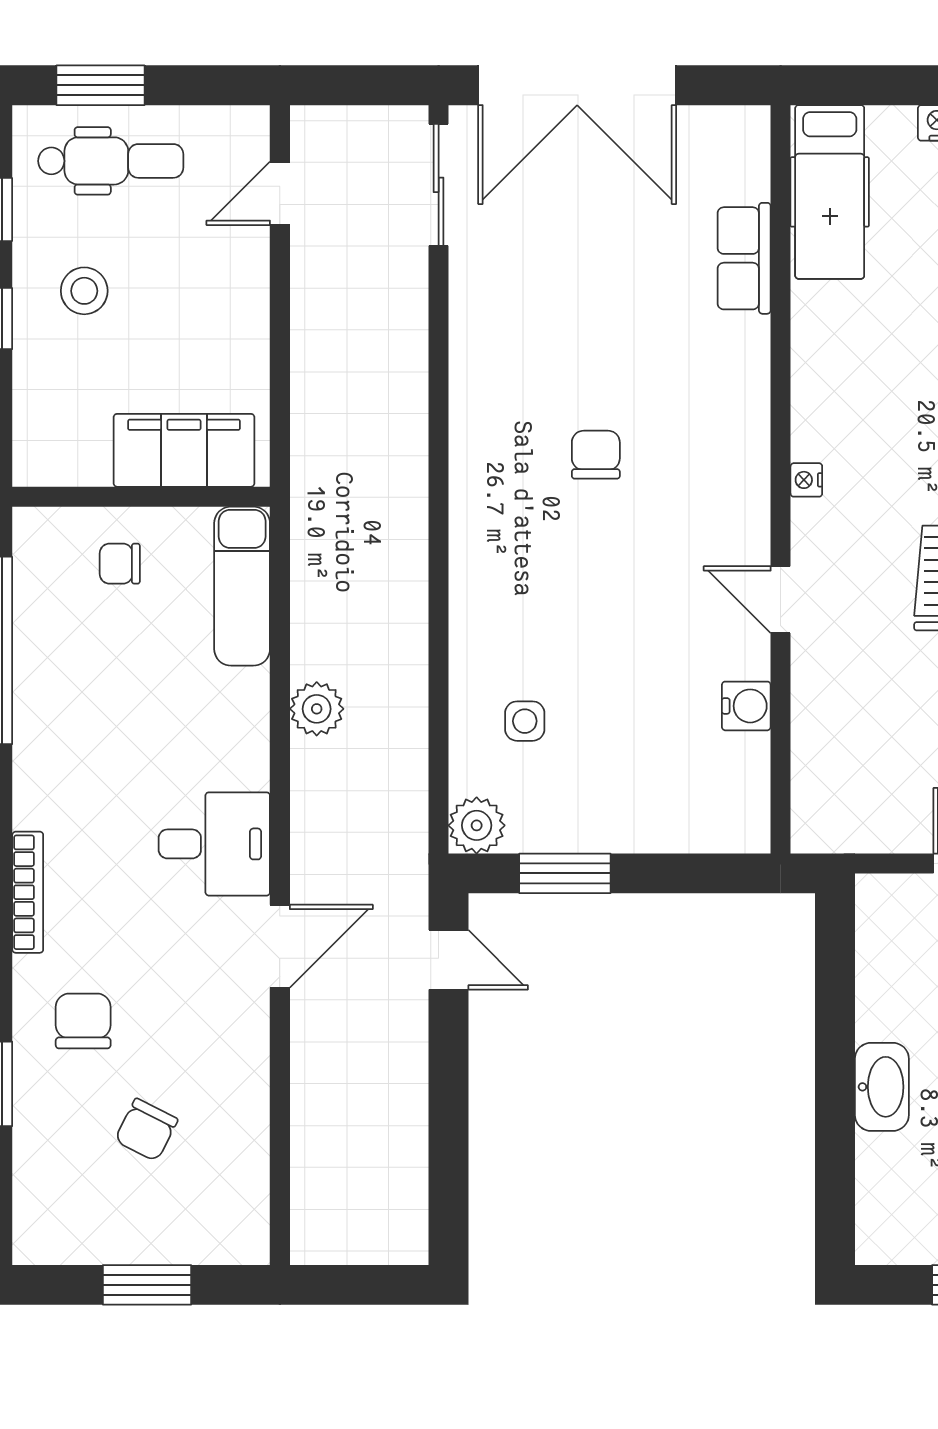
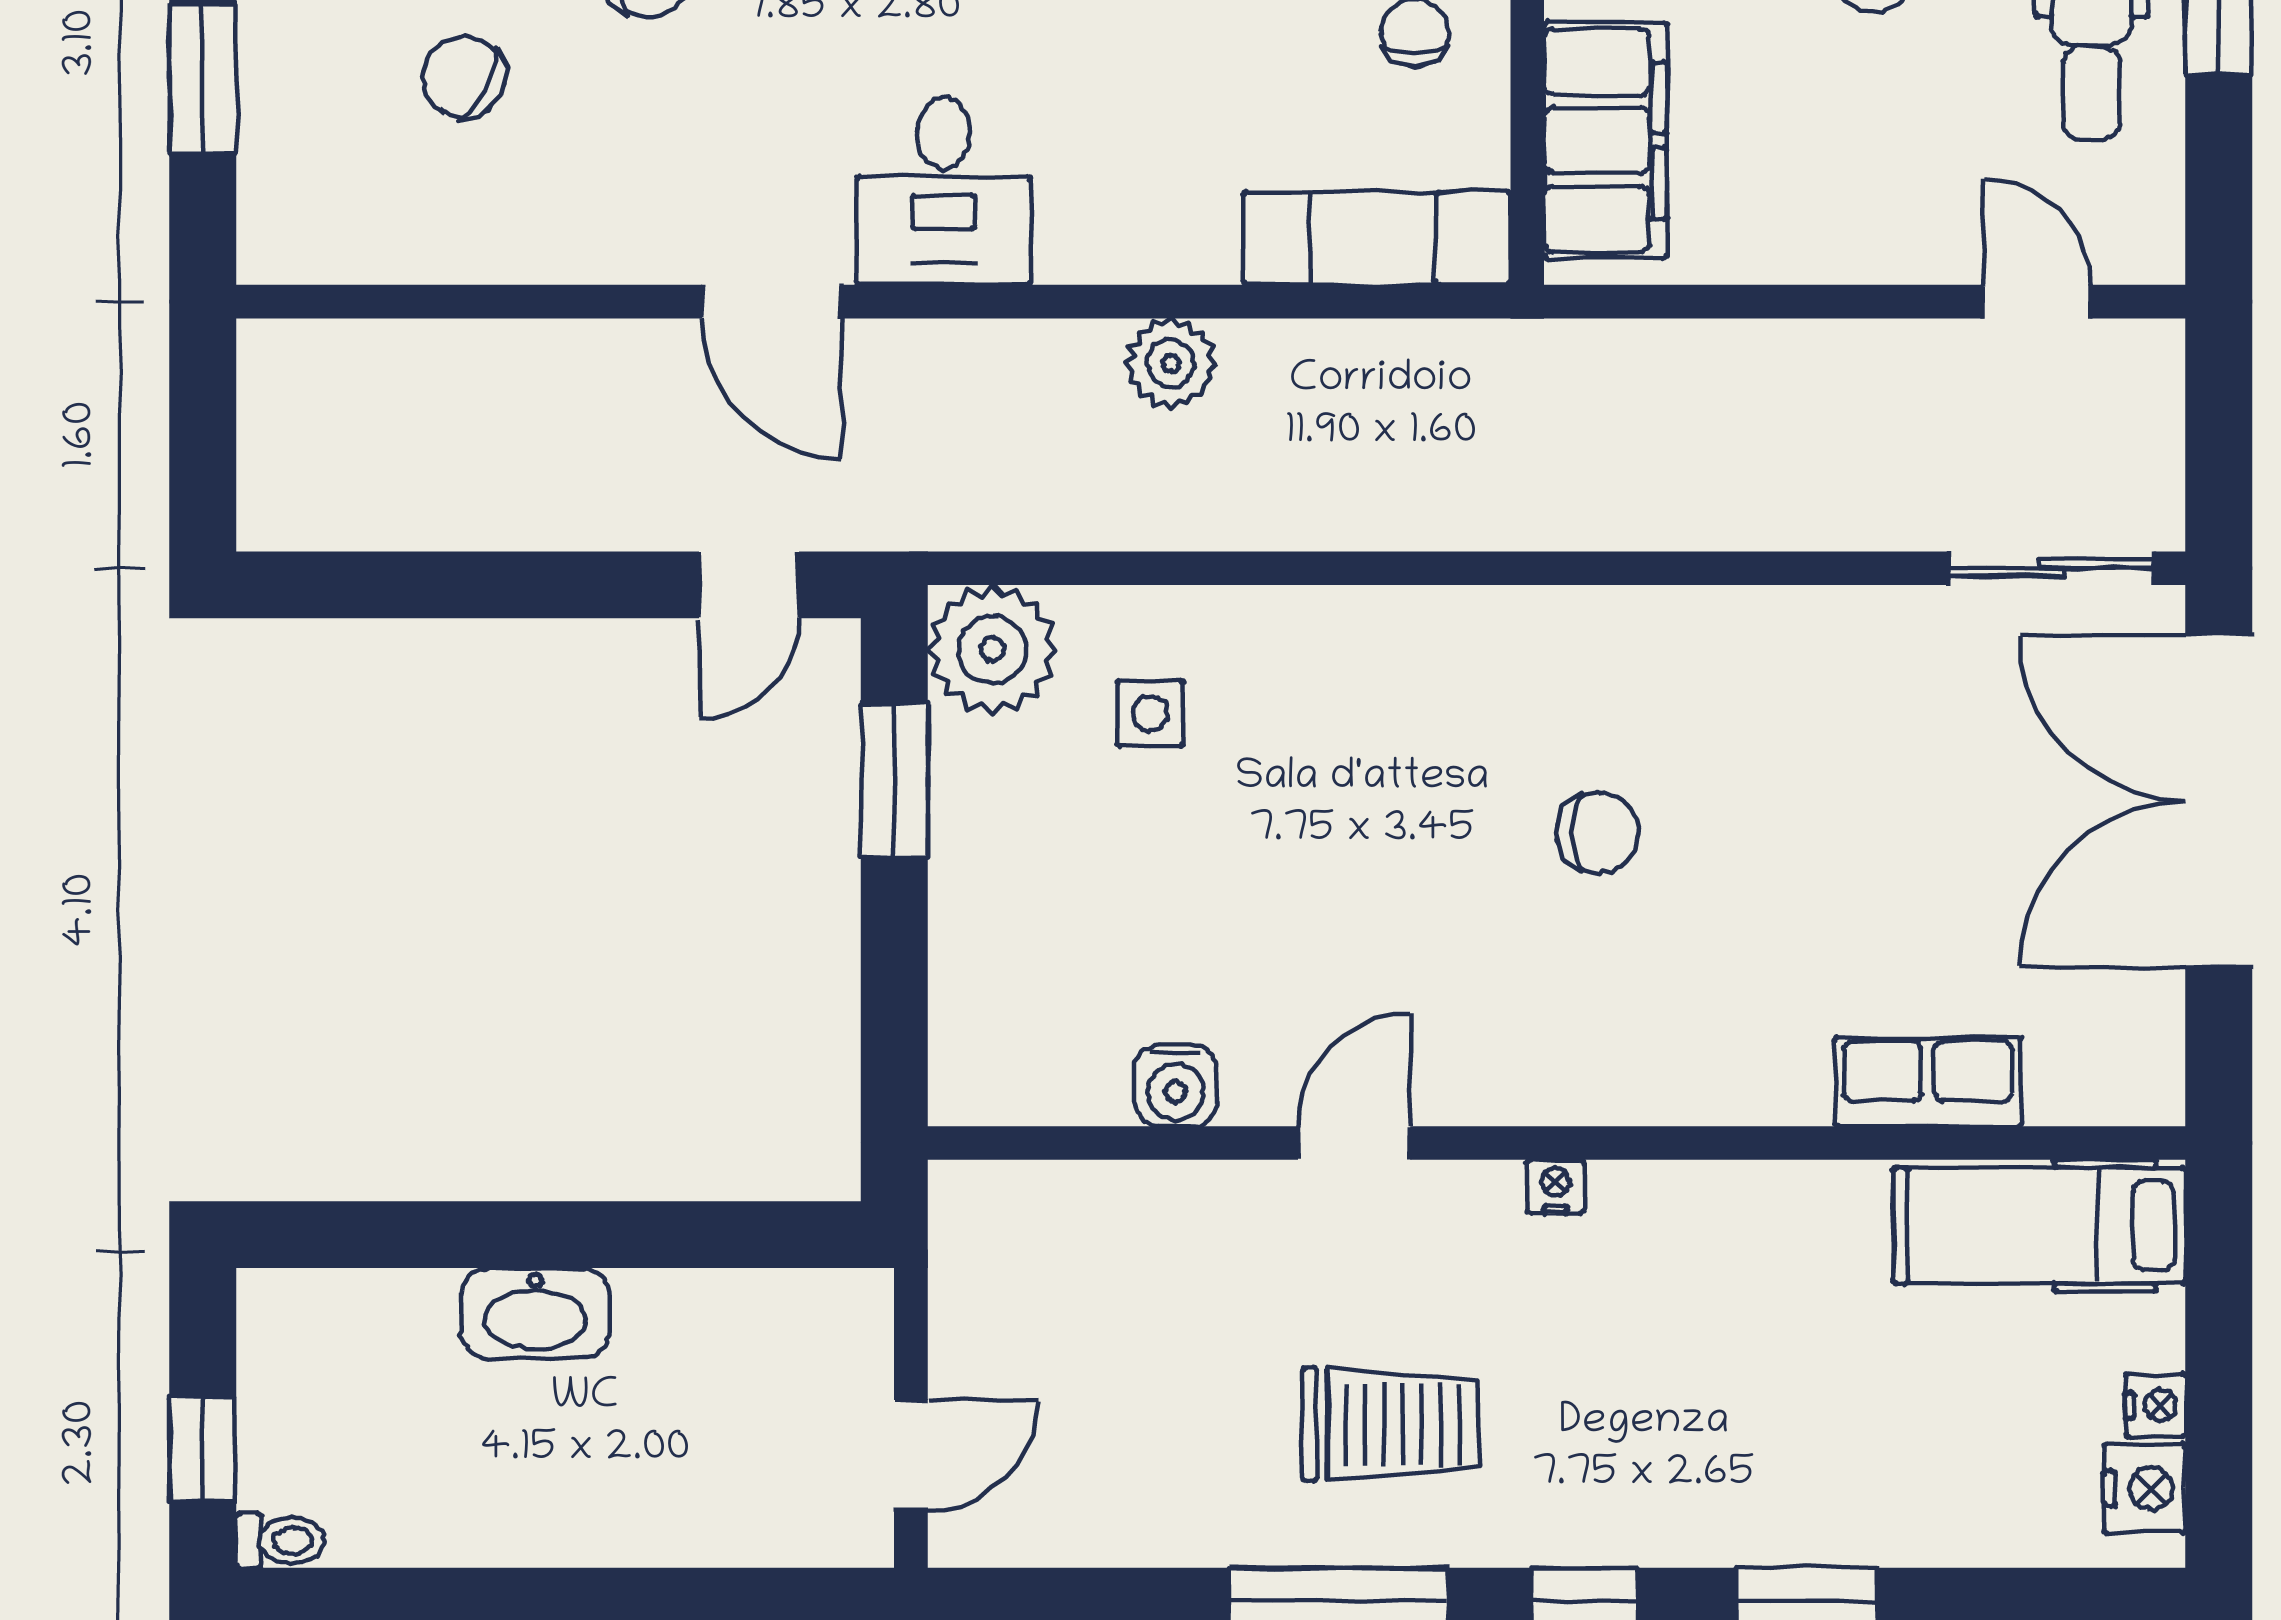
plant: (477, 825) -> (992, 649), width x1.36, depth x1.36

